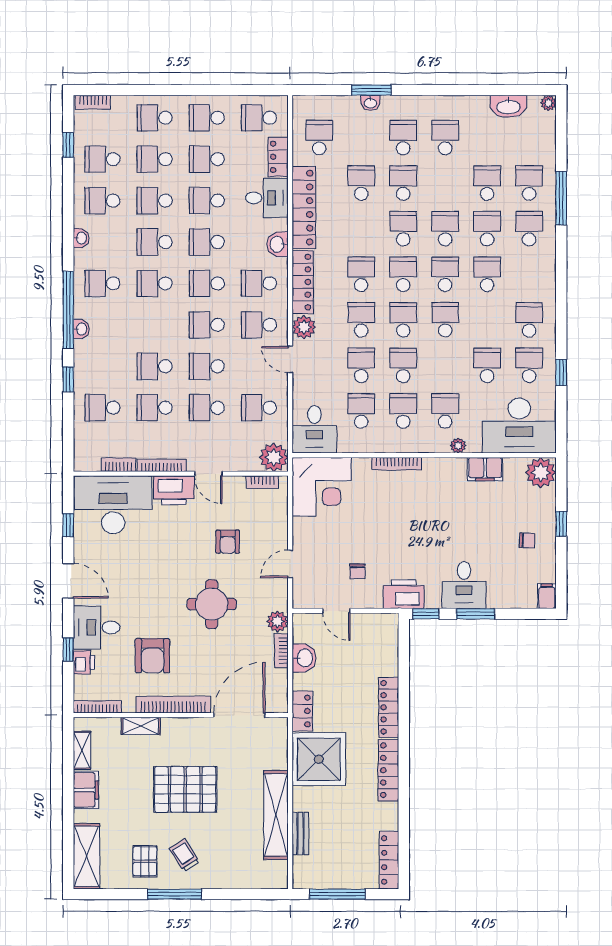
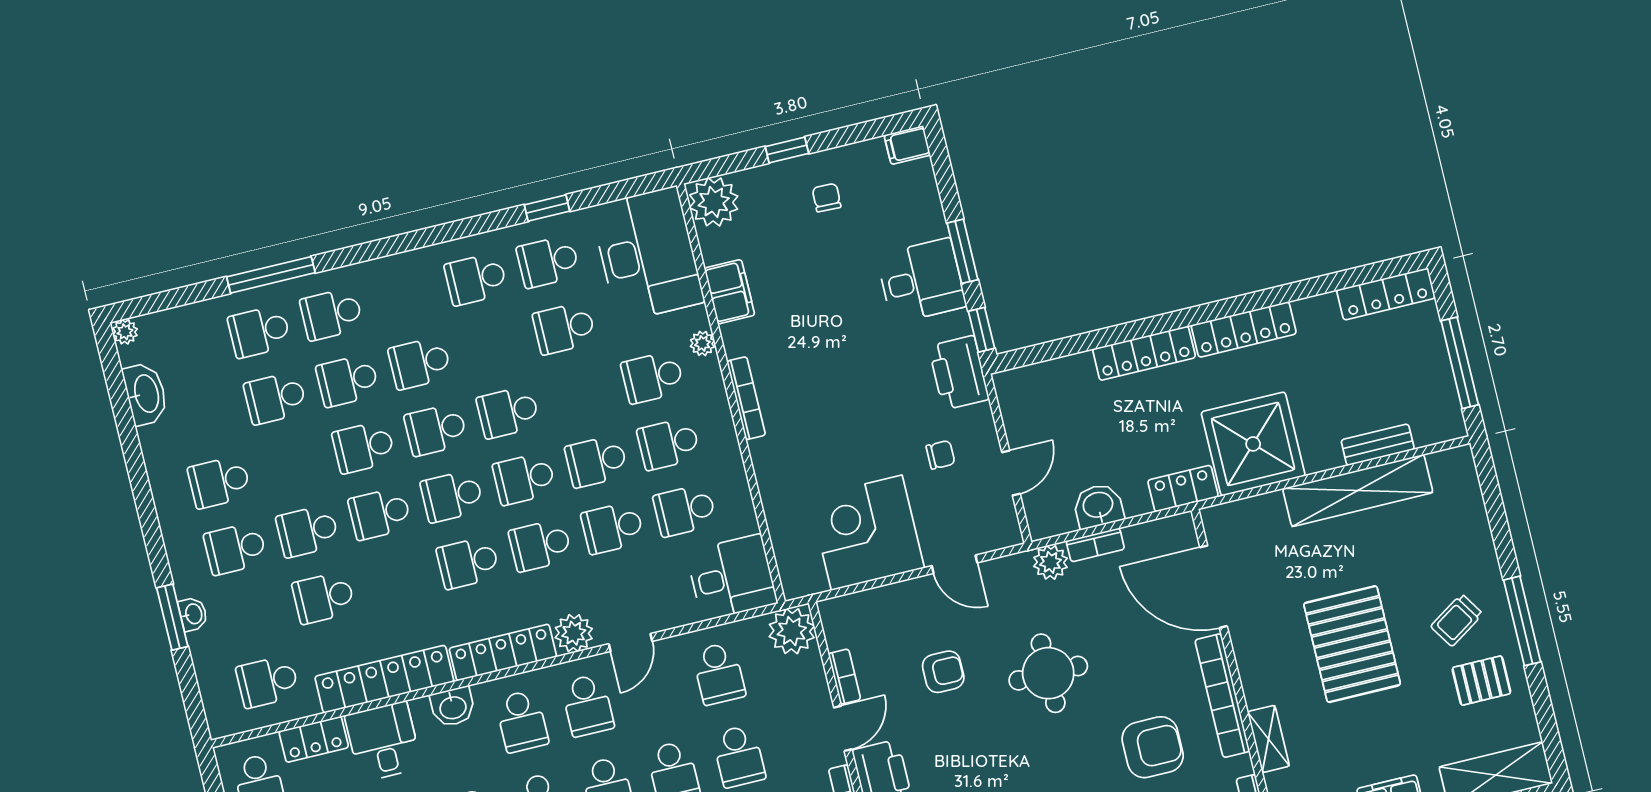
bookcase: (397, 464) -> (746, 398), moved
bookcase: (262, 482) -> (844, 677), moved
corner desk: (322, 487) -> (867, 533), moved, turned -90

